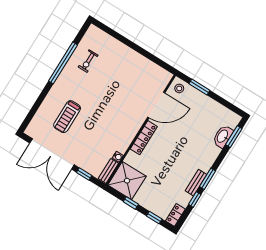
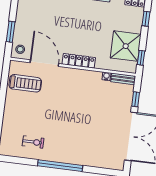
window: (63, 63) -> (60, 166), moved
treadmill: (67, 117) -> (25, 83), moved
shower: (127, 181) -> (126, 46), moved
window: (131, 203) -> (141, 58), moved

